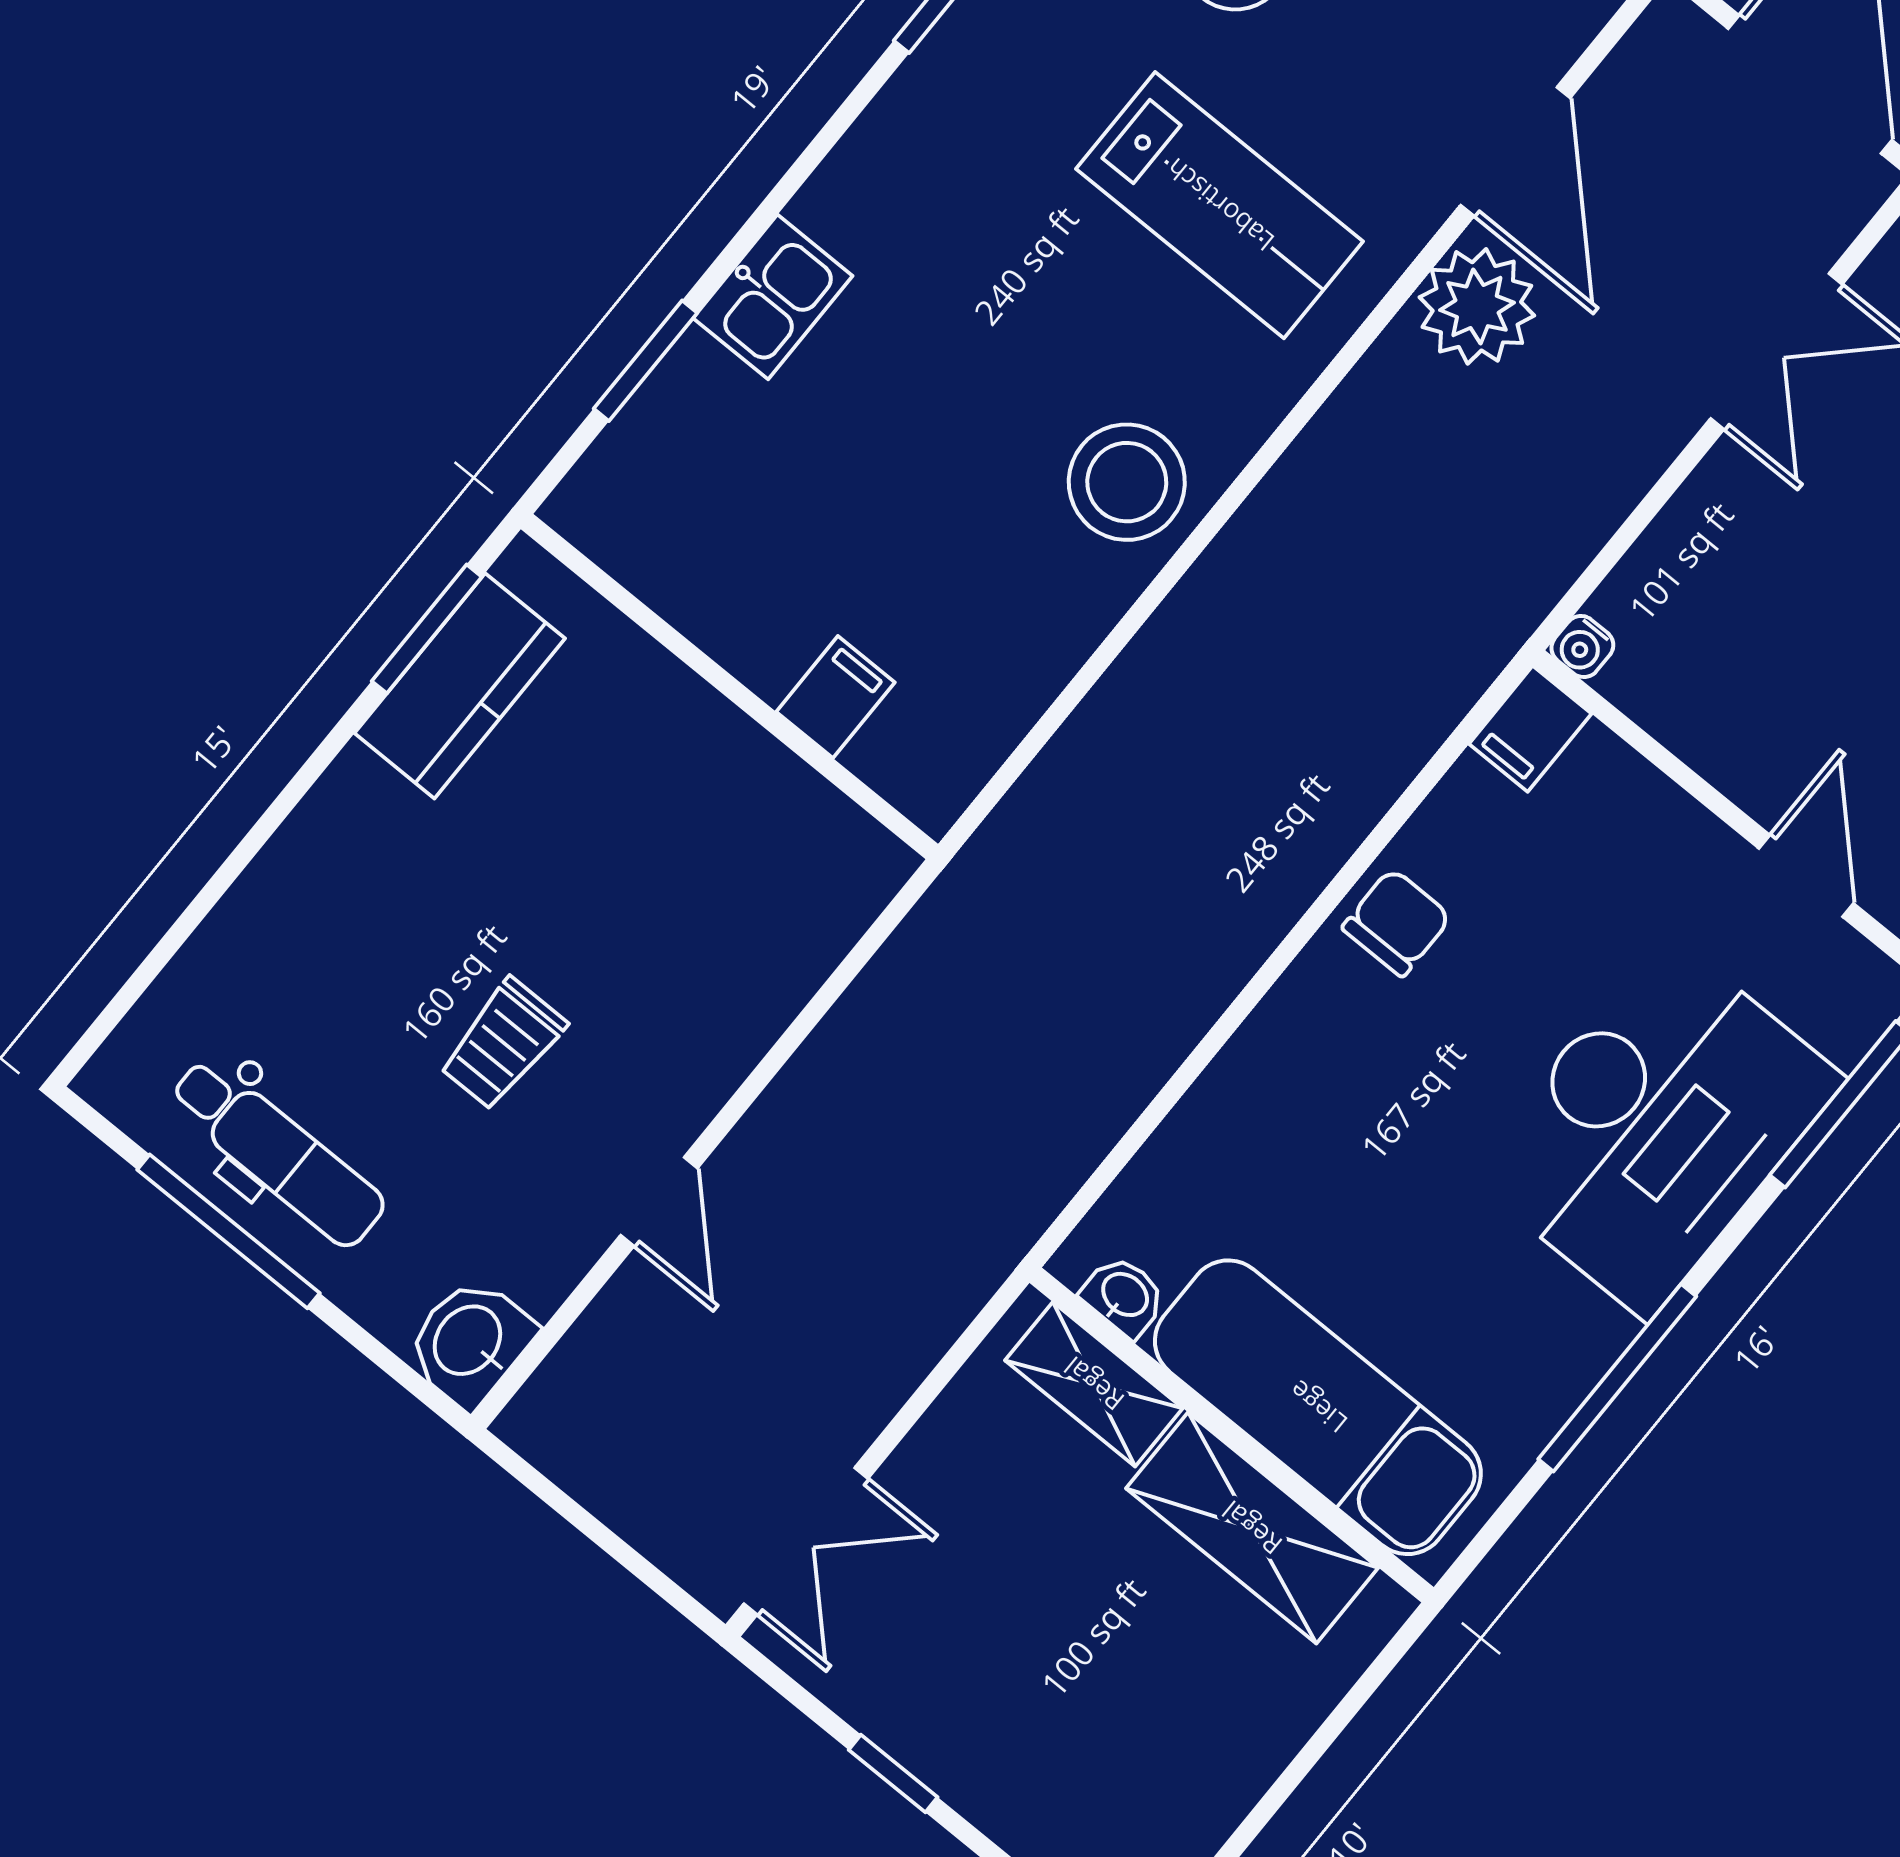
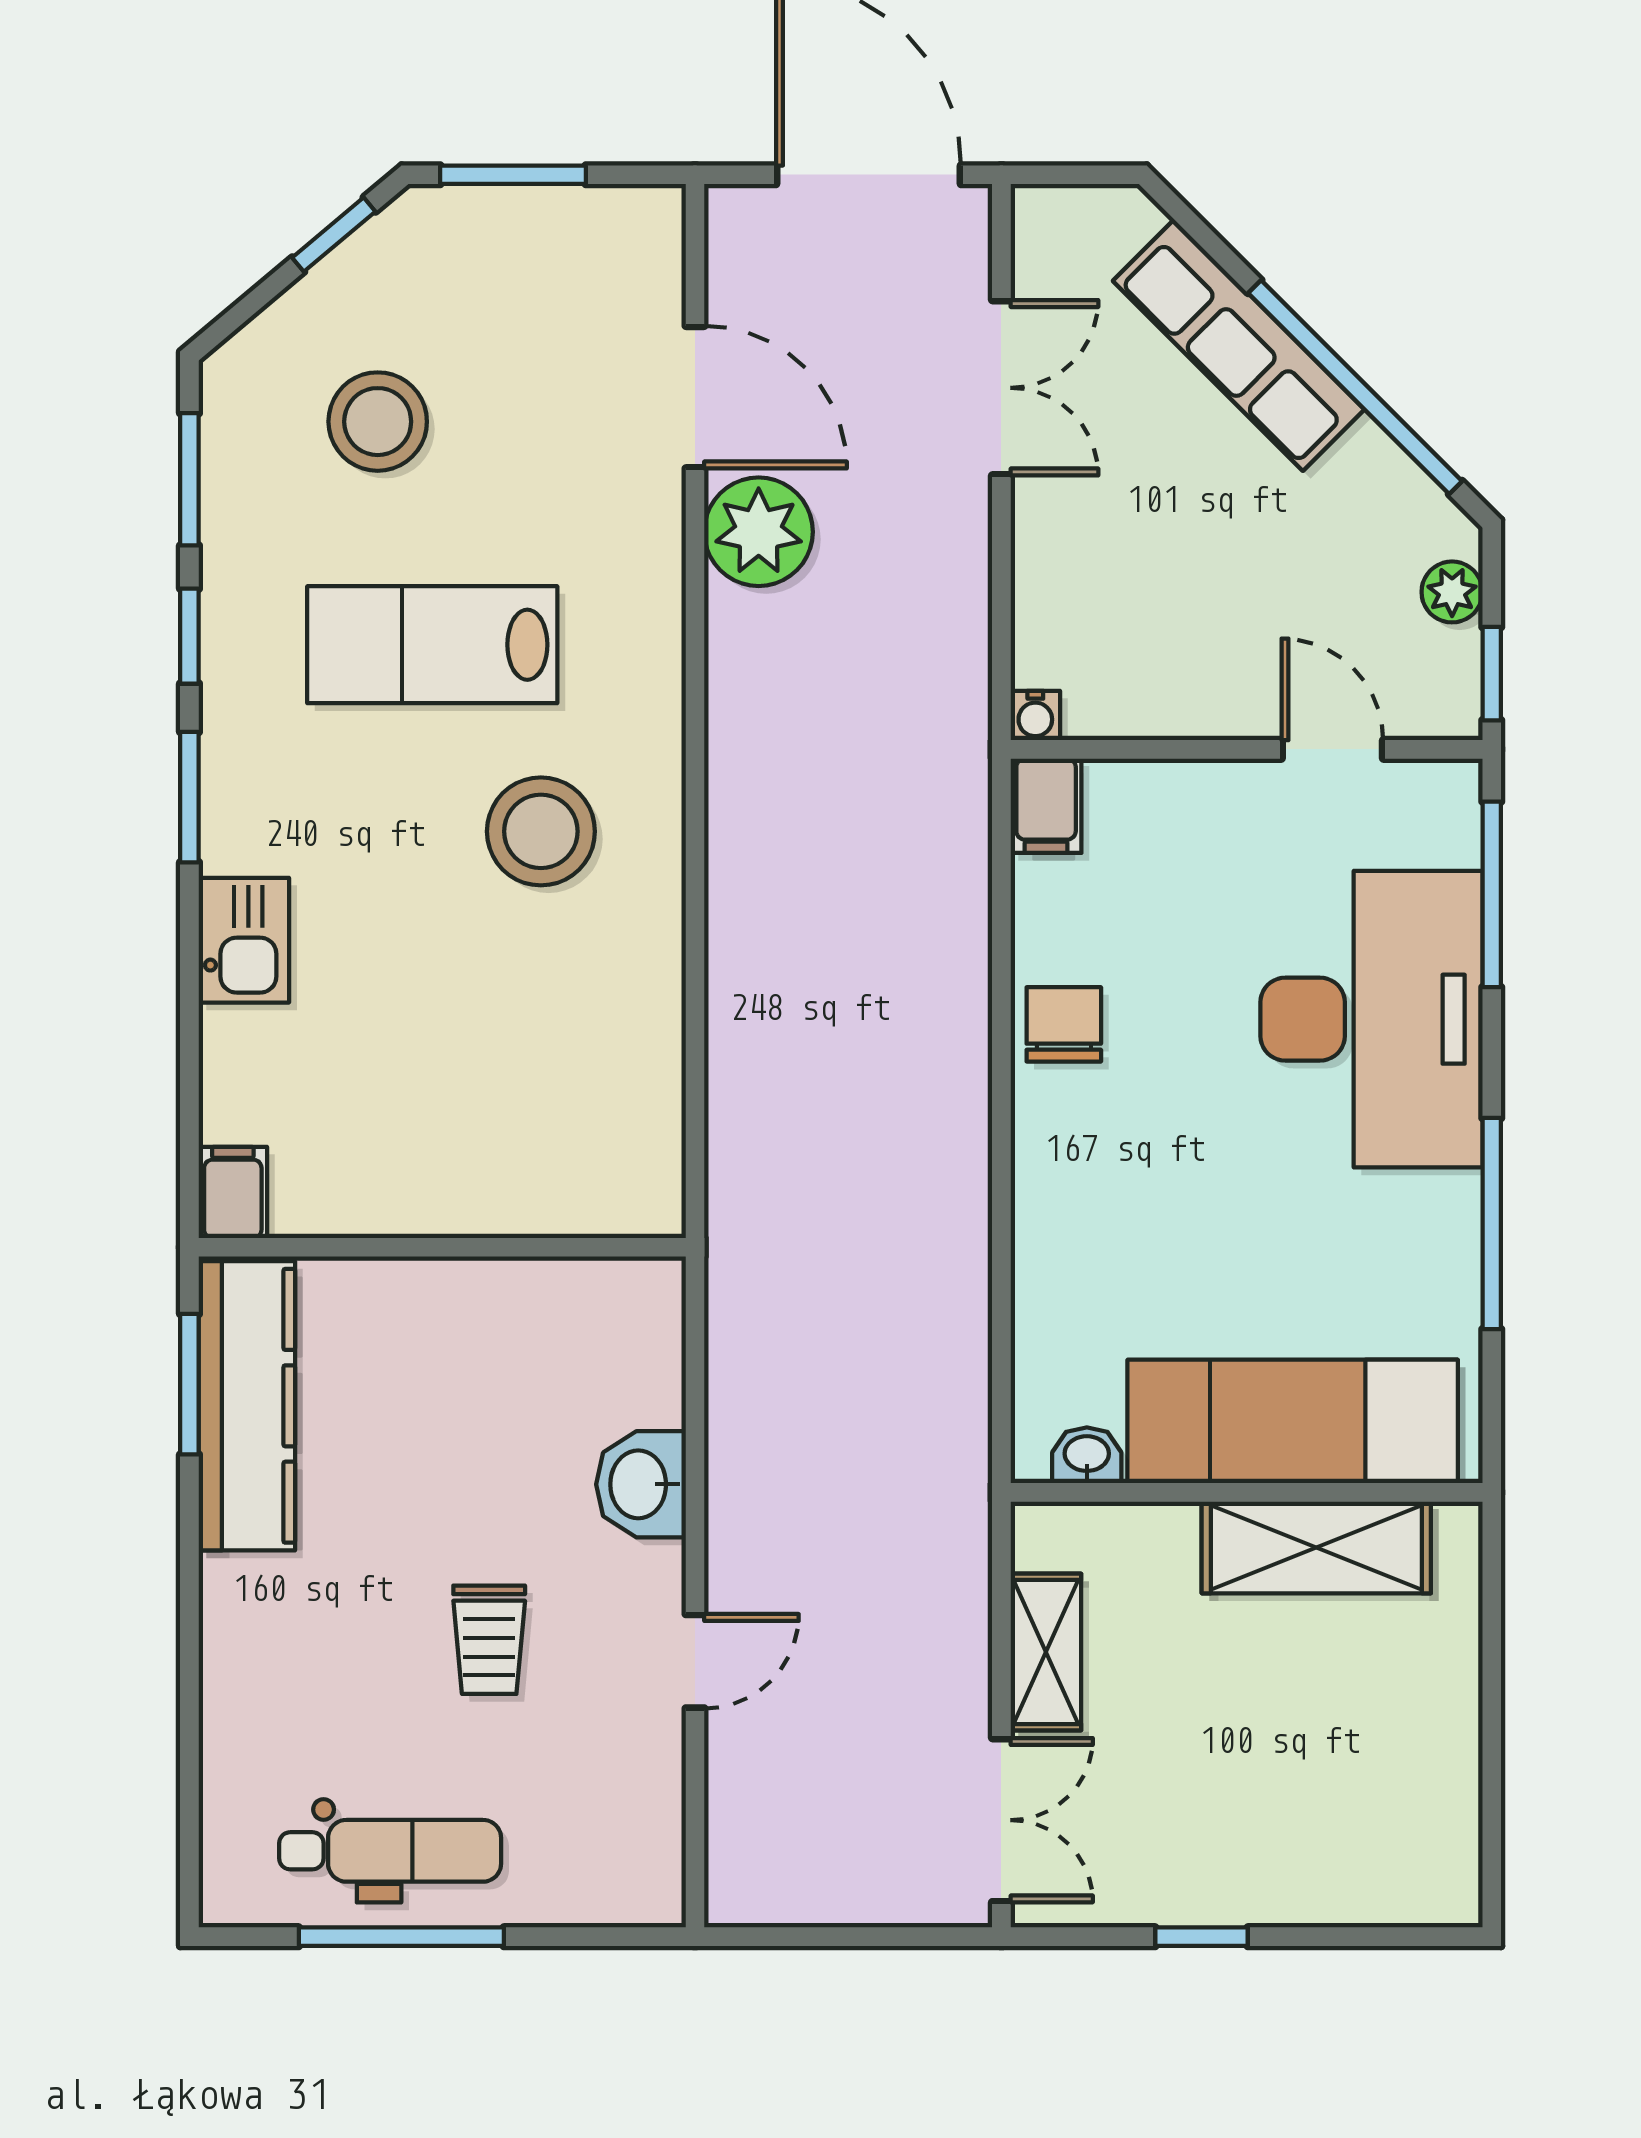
lab bench: (1220, 205) -> (432, 645), moved, turned 180
window: (646, 361) -> (189, 797), moved
stool: (1127, 482) -> (541, 831), moved
kitchen counter: (460, 686) -> (247, 1406), width x1.50
filing cabinet: (835, 697) -> (233, 1192), moved
door: (659, 1202) -> (695, 1661), hinge flipped
washbasin: (470, 1342) -> (641, 1484), moved
shelving: (1094, 1384) -> (1046, 1652), moved, turned 90

